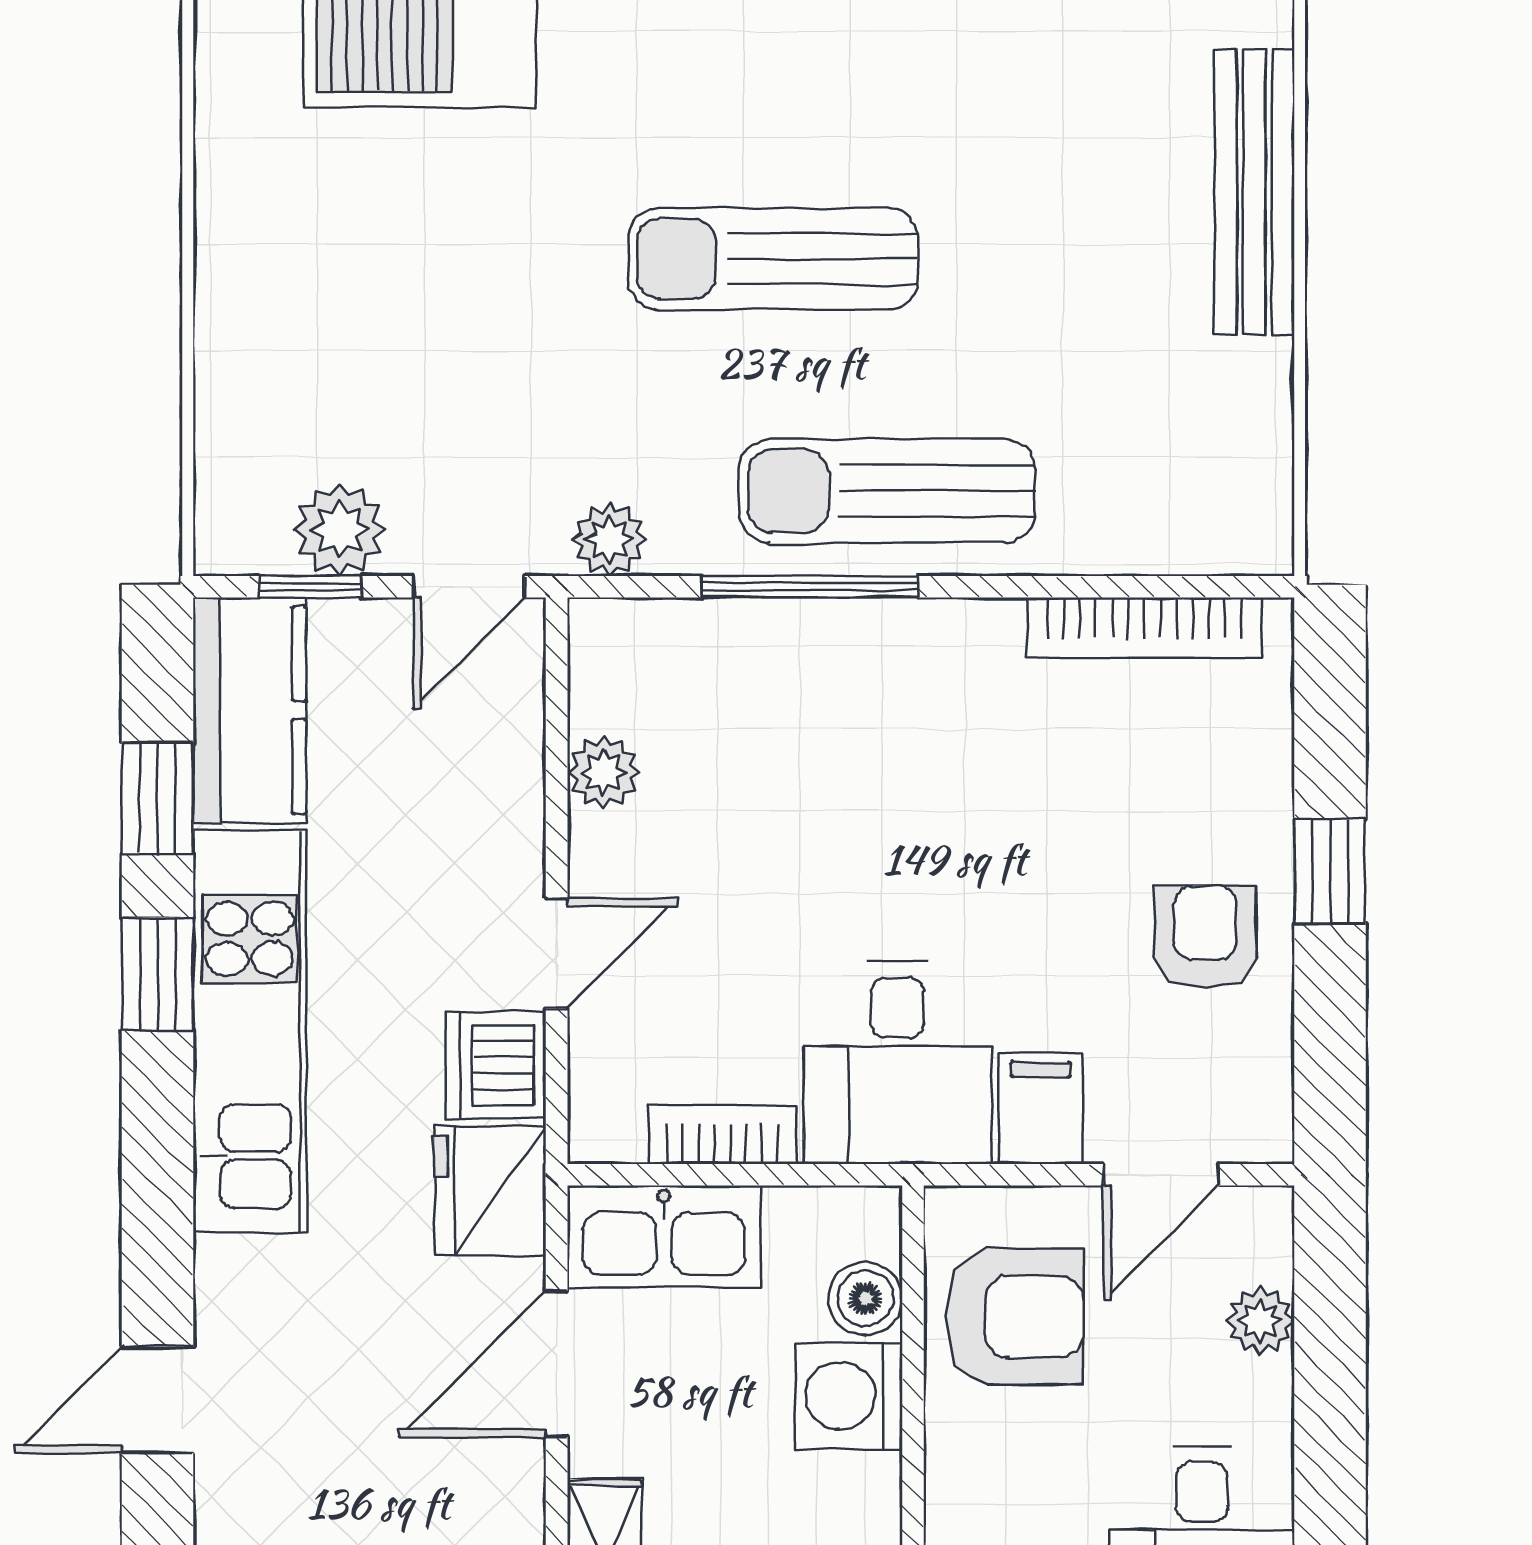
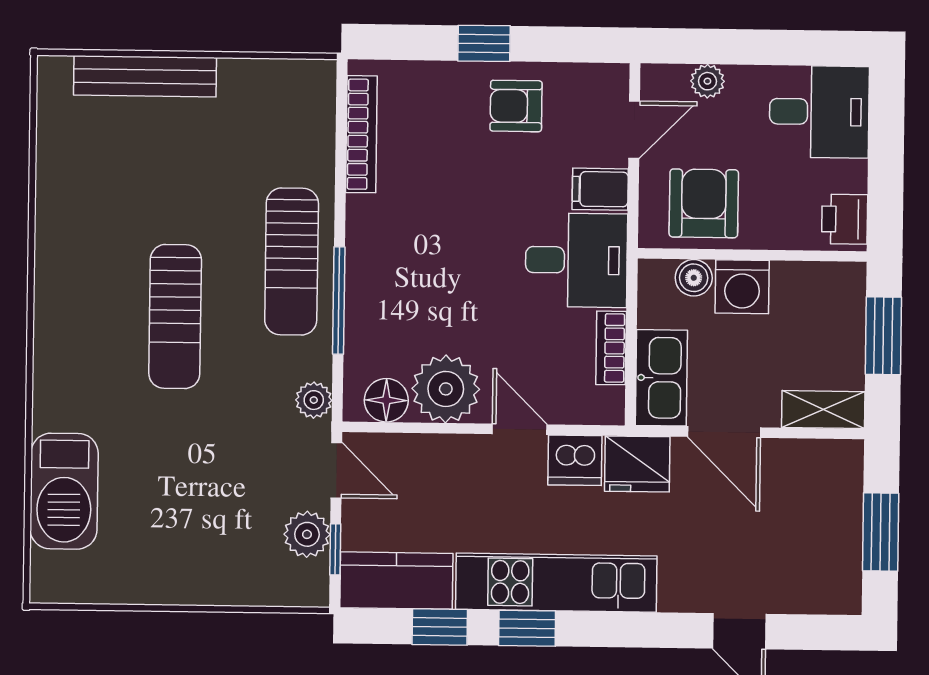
floor lamp: (611, 685) -> (386, 400), added
plant: (604, 772) -> (446, 389), width x1.87, depth x1.87
door: (1161, 1175) -> (634, 130), hinge flipped

